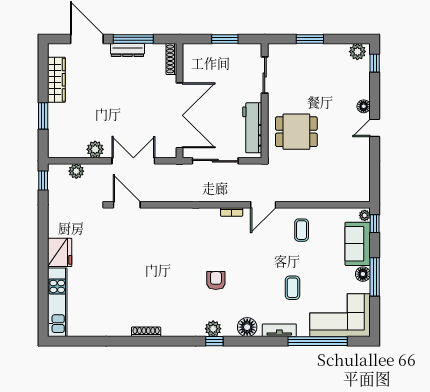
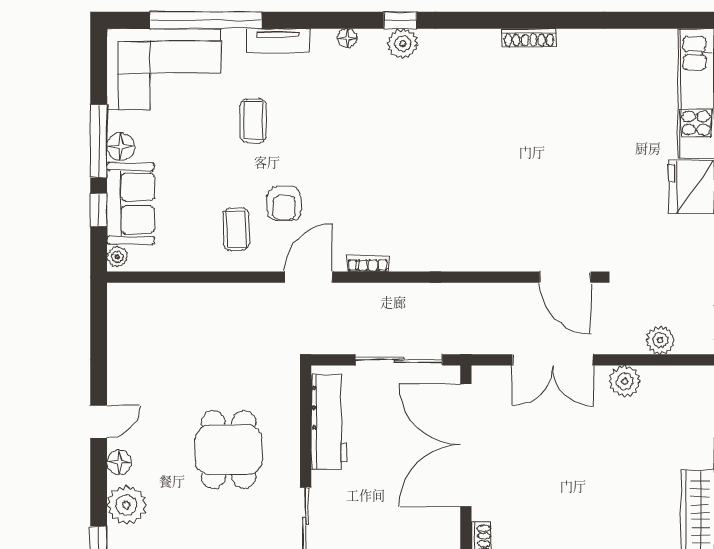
plant: (360, 84) -> (126, 505), added
dining table: (296, 132) -> (229, 450), moved, turned 90
window: (375, 224) -> (99, 210), moved
armchair: (216, 280) -> (284, 204), moved
floor lamp: (247, 327) -> (347, 38), width x0.53, depth x0.53

